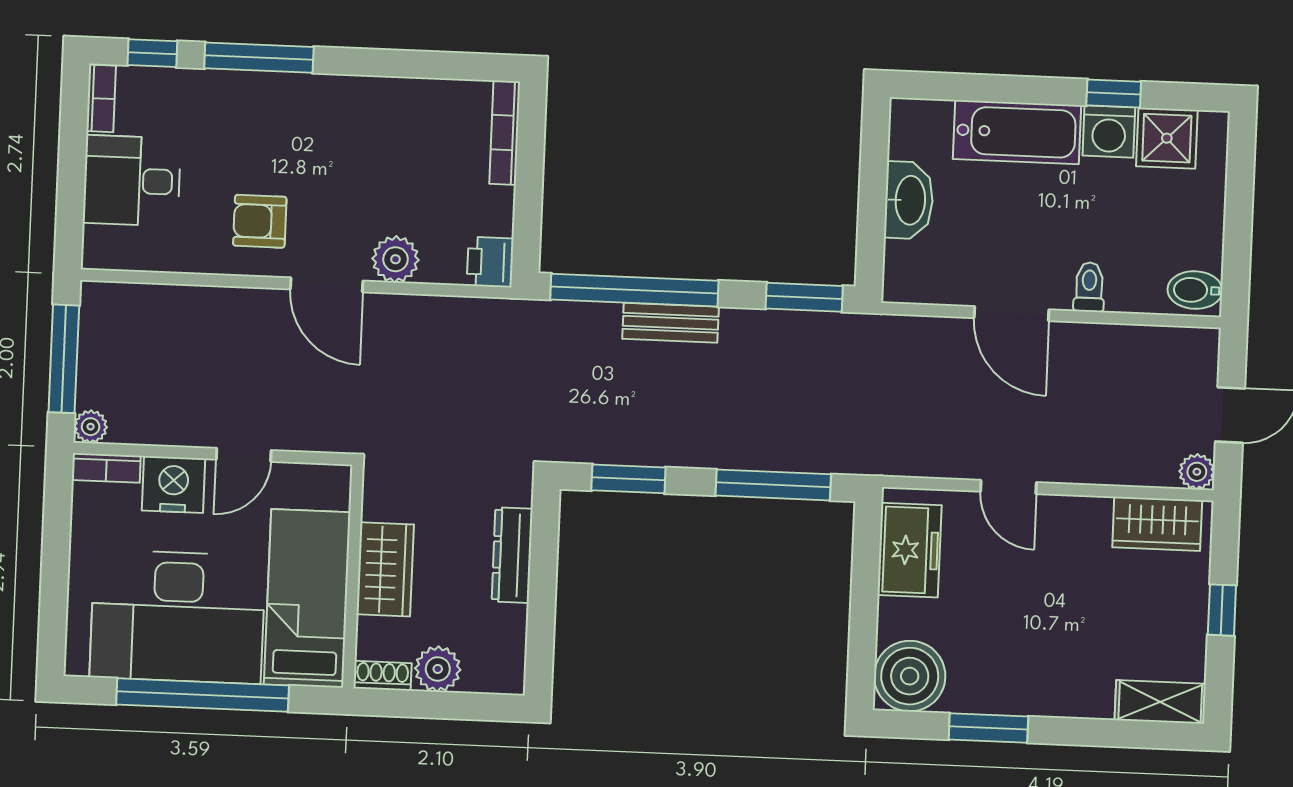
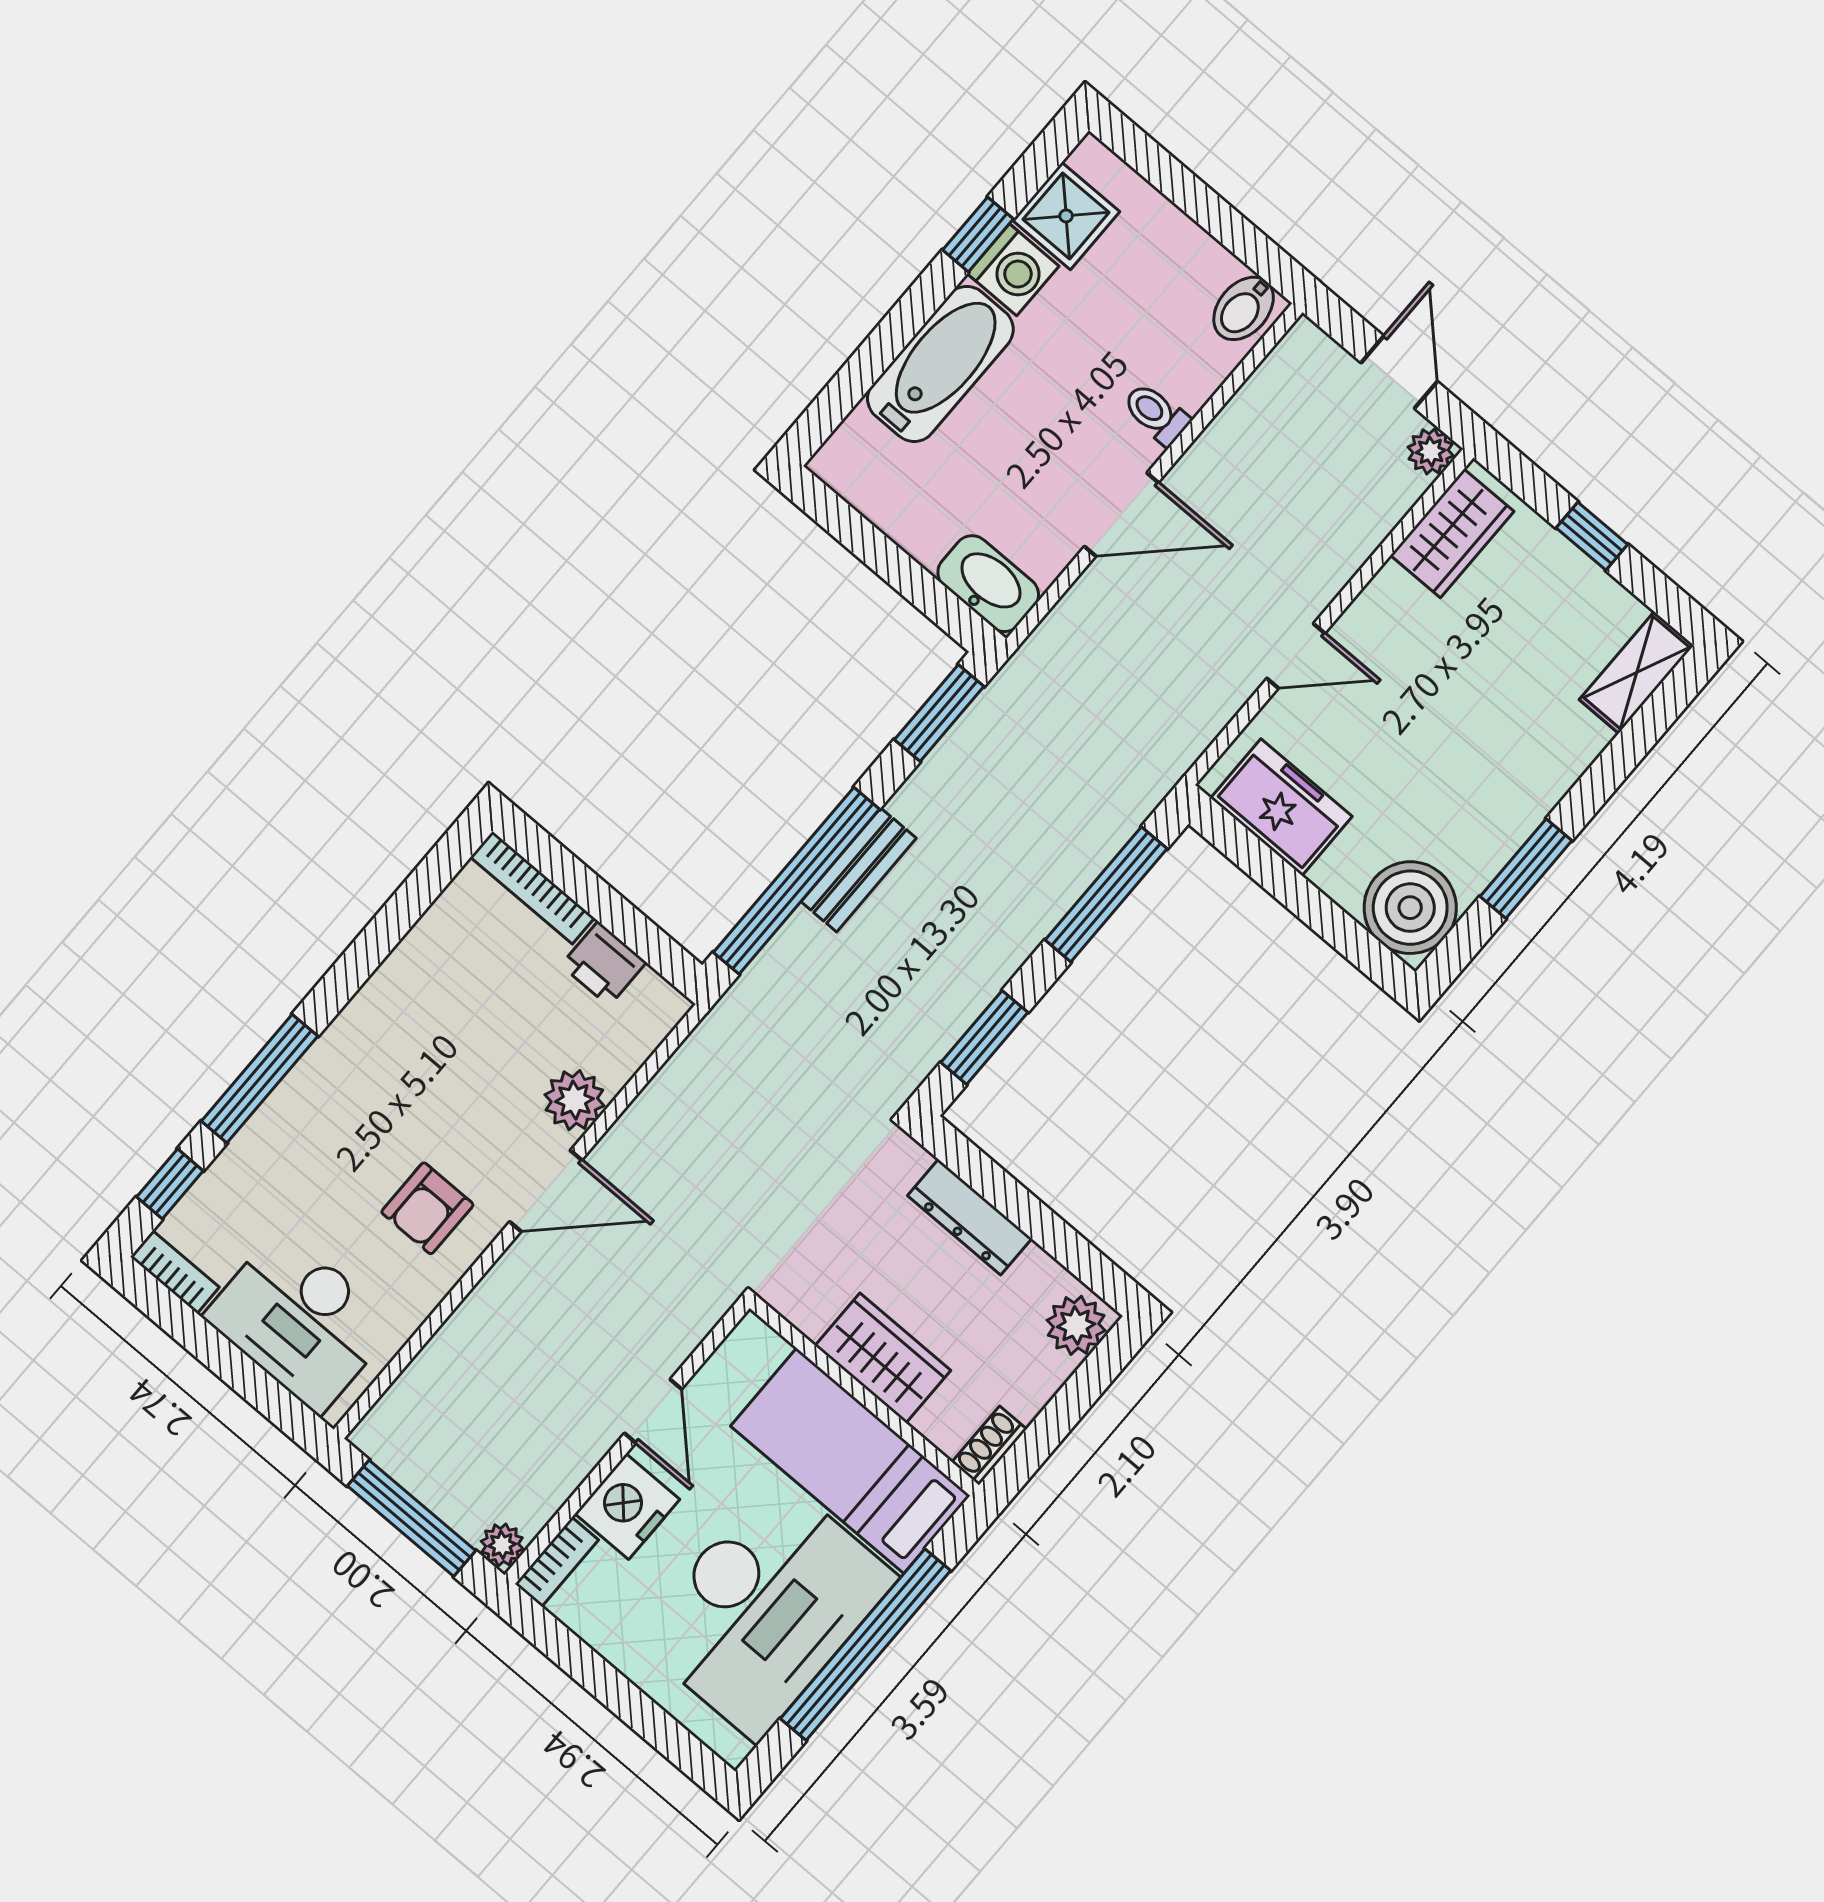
desk: (132, 181) -> (300, 1320), width x1.37
washbasin: (909, 200) -> (988, 584), moved
printer: (490, 262) -> (604, 964), moved
plant: (438, 669) -> (1076, 1325), moved

